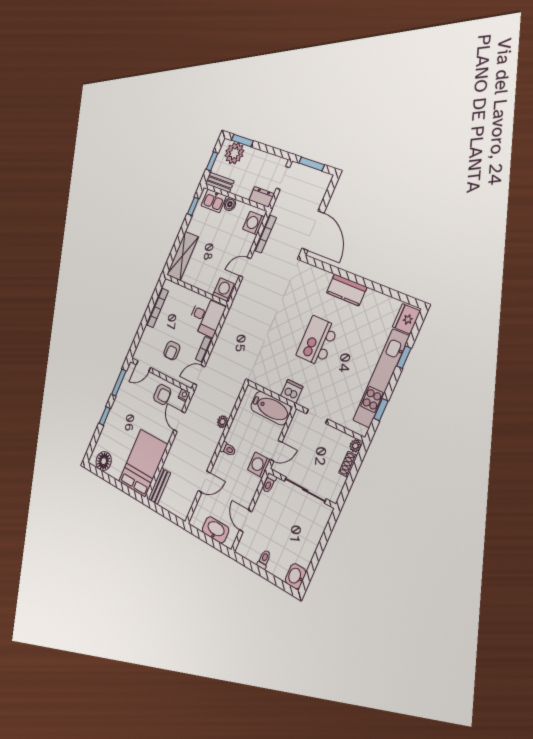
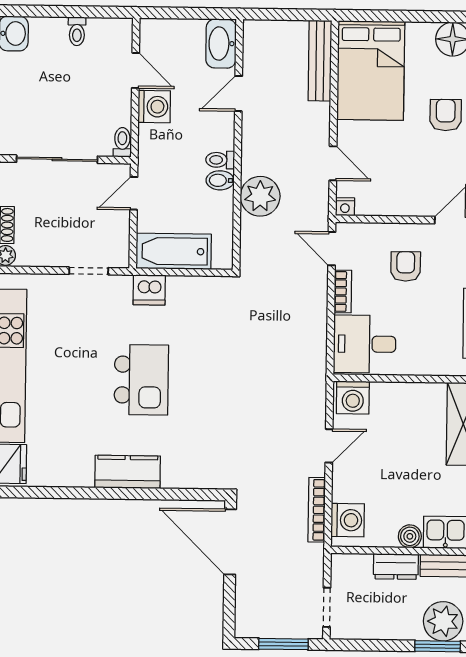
dresser: (262, 197) -> (396, 567), moved
door: (199, 375) -> (332, 249), swing flipped
armchair: (162, 395) -> (446, 115), moved, turned 90
plant: (222, 422) -> (260, 196), width x1.87, depth x1.87
bidet: (233, 438) -> (220, 180), added
washing machine: (259, 465) -> (154, 107), moved
bench: (159, 486) -> (320, 61), width x1.36
washbasin: (216, 530) -> (221, 44), moved, turned 90

